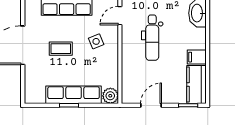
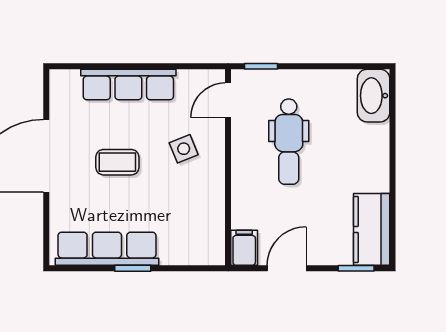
filing cabinet: (197, 57) -> (244, 248), moved, turned 90
row of seats: (74, 95) -> (107, 249), moved
plant: (110, 96) -> (210, 251), removed

